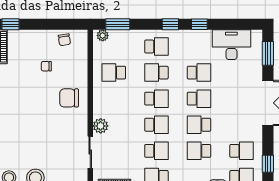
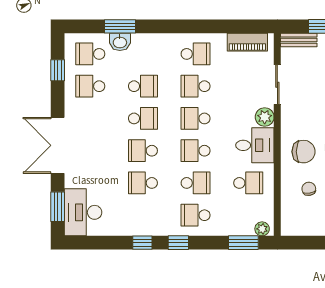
chair: (64, 40) -> (309, 189), moved
desk: (231, 45) -> (83, 212), moved, turned 90
desk: (108, 103) -> (255, 145), added

